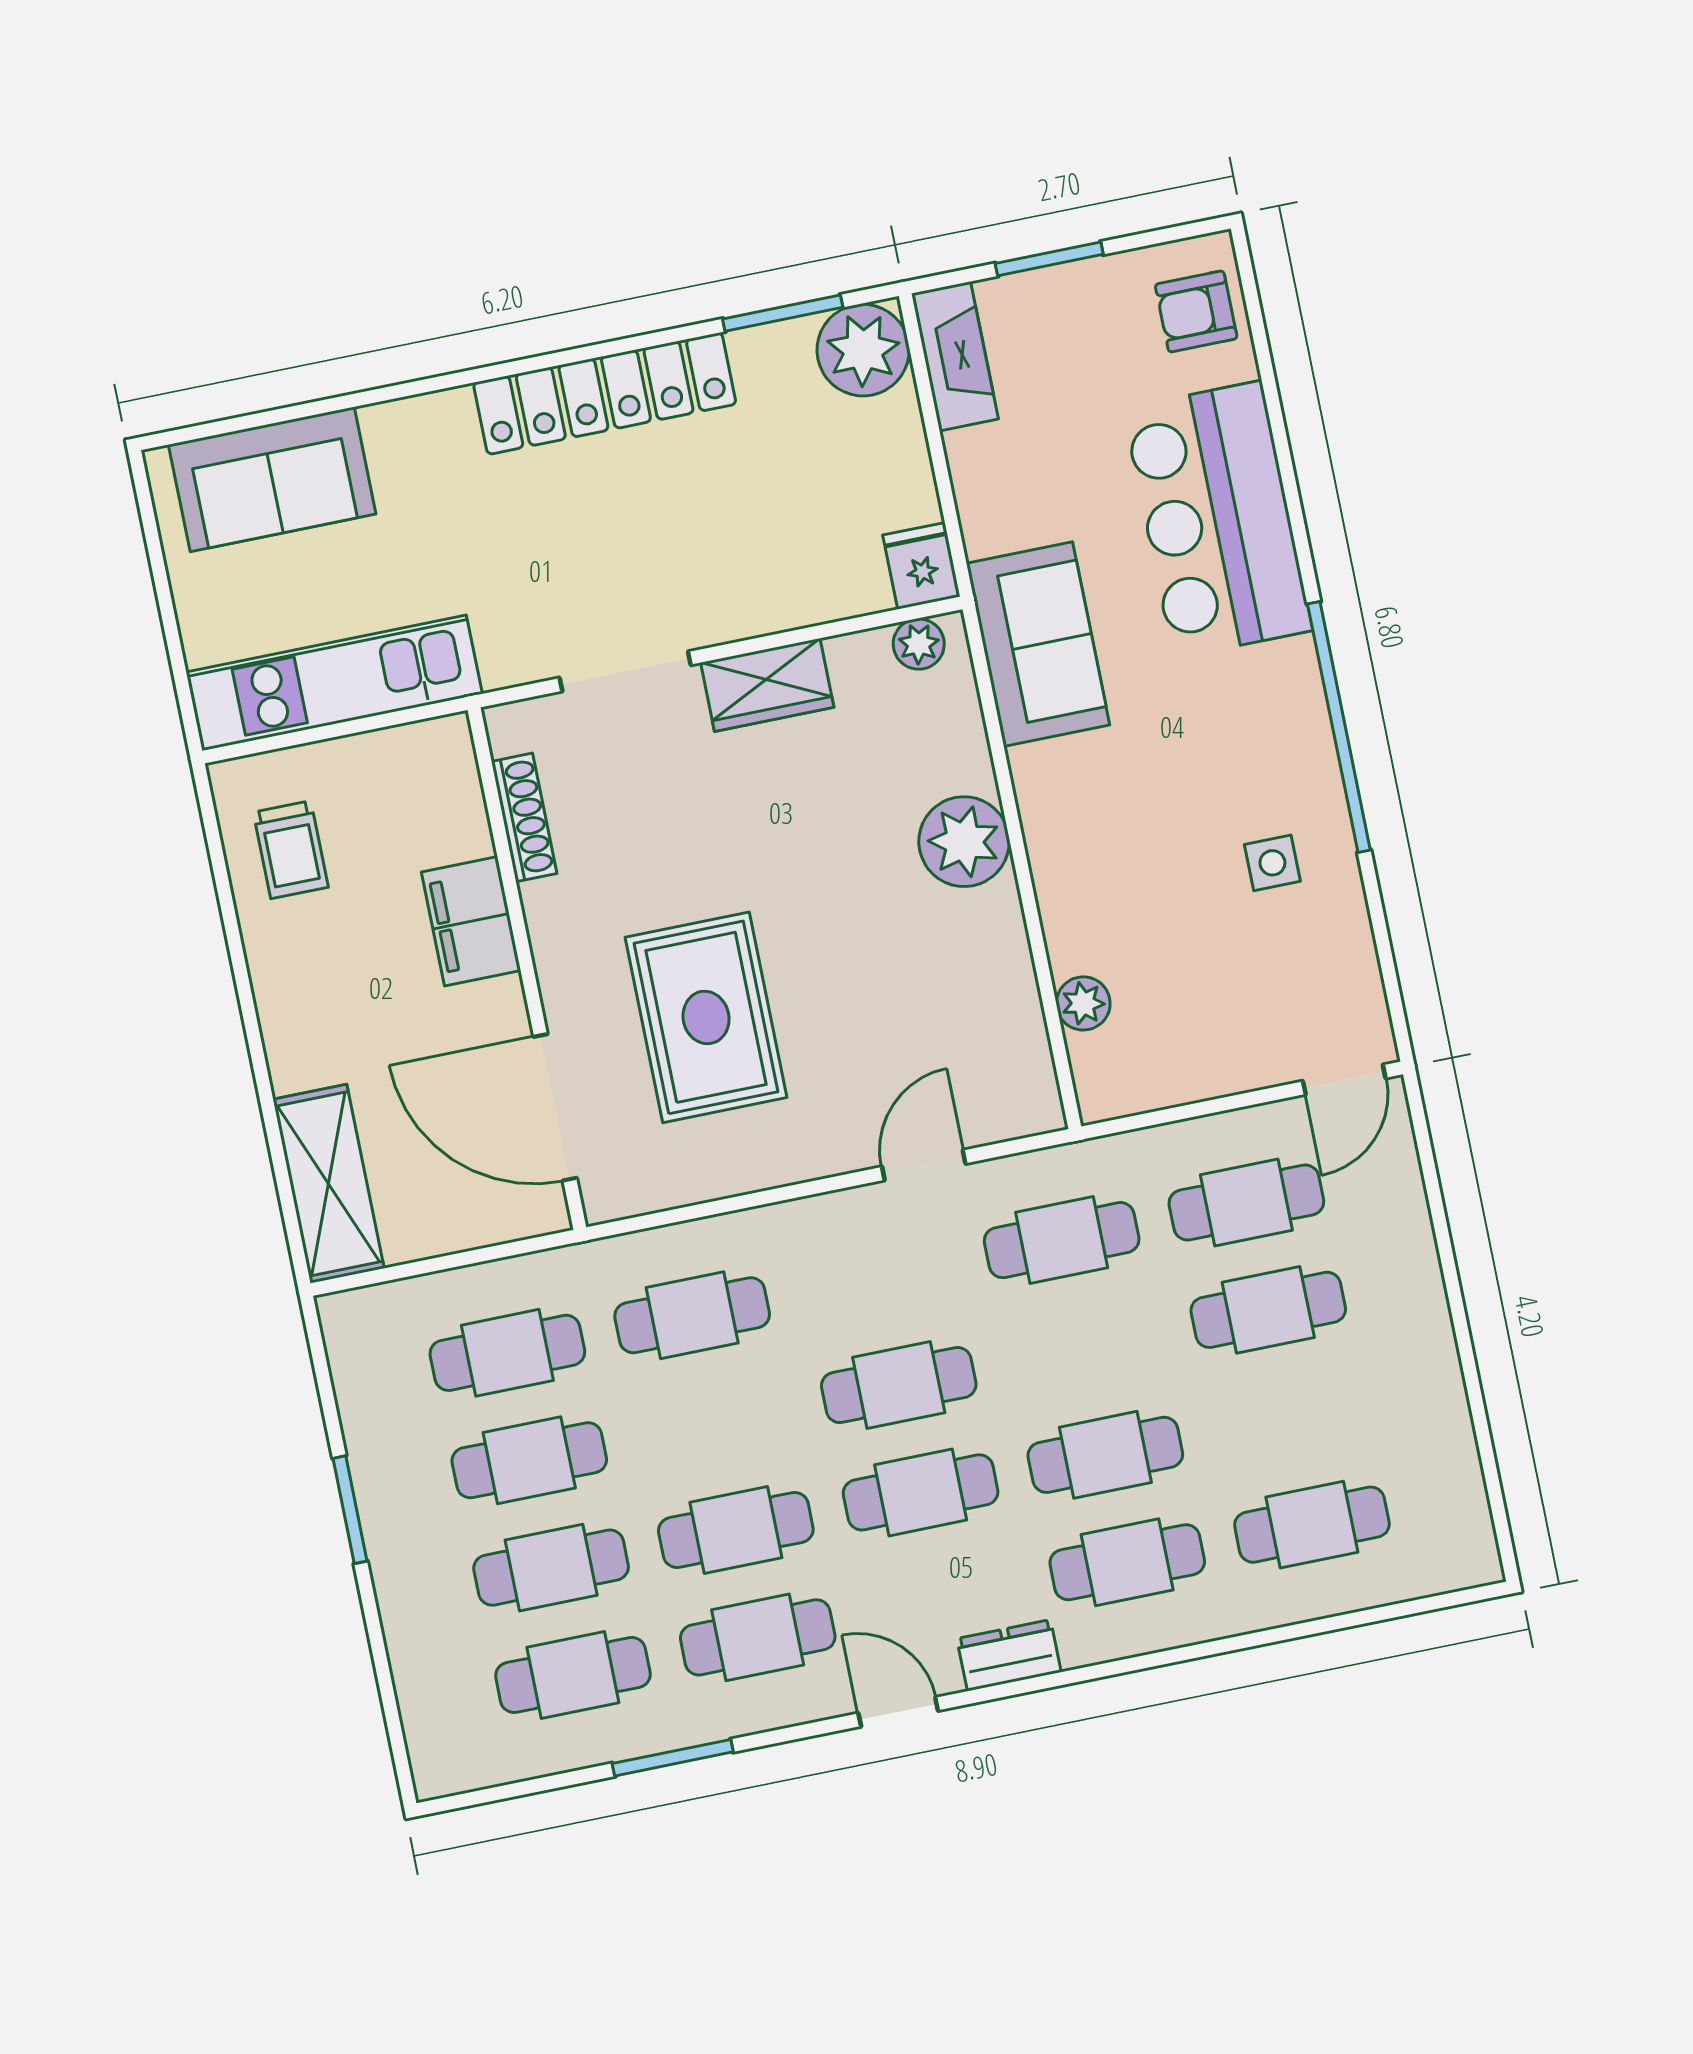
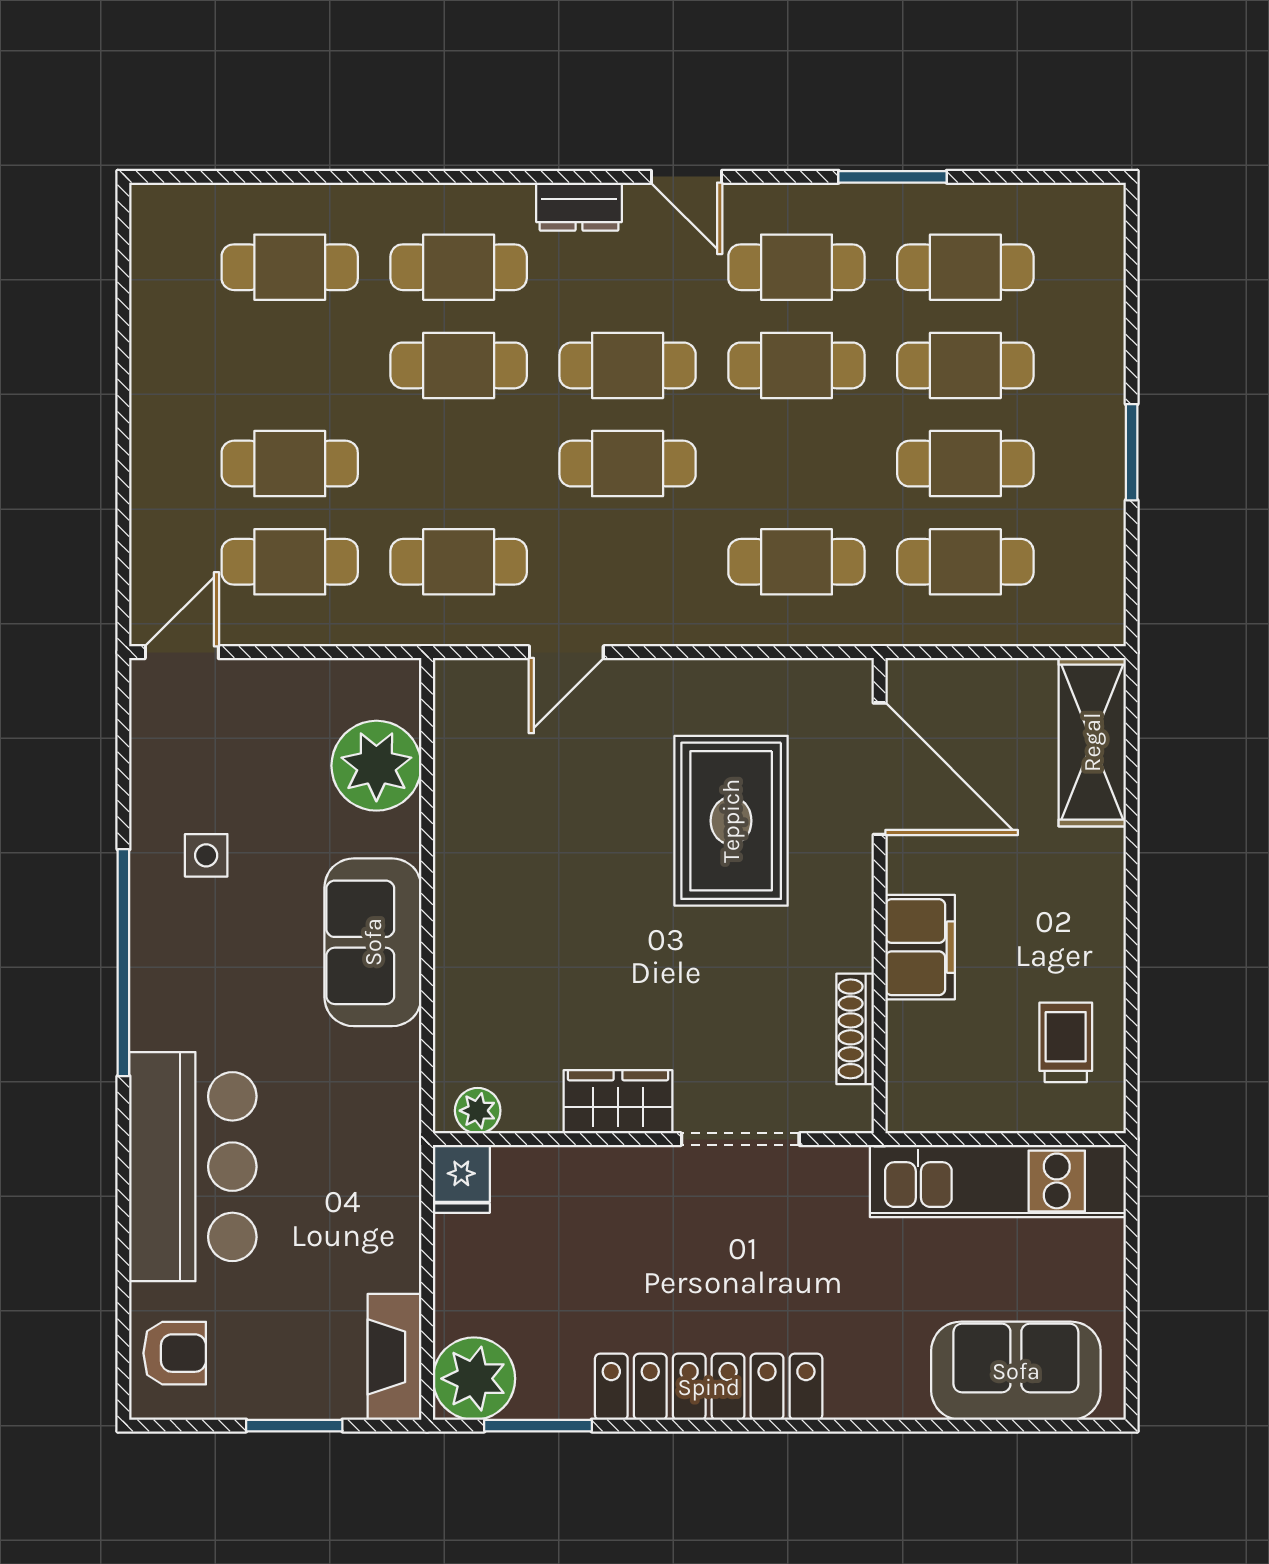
sofa: (1038, 644) -> (373, 942), moved
plant: (964, 842) -> (473, 929), removed
plant: (1083, 1003) -> (376, 766), width x1.88, depth x1.88

